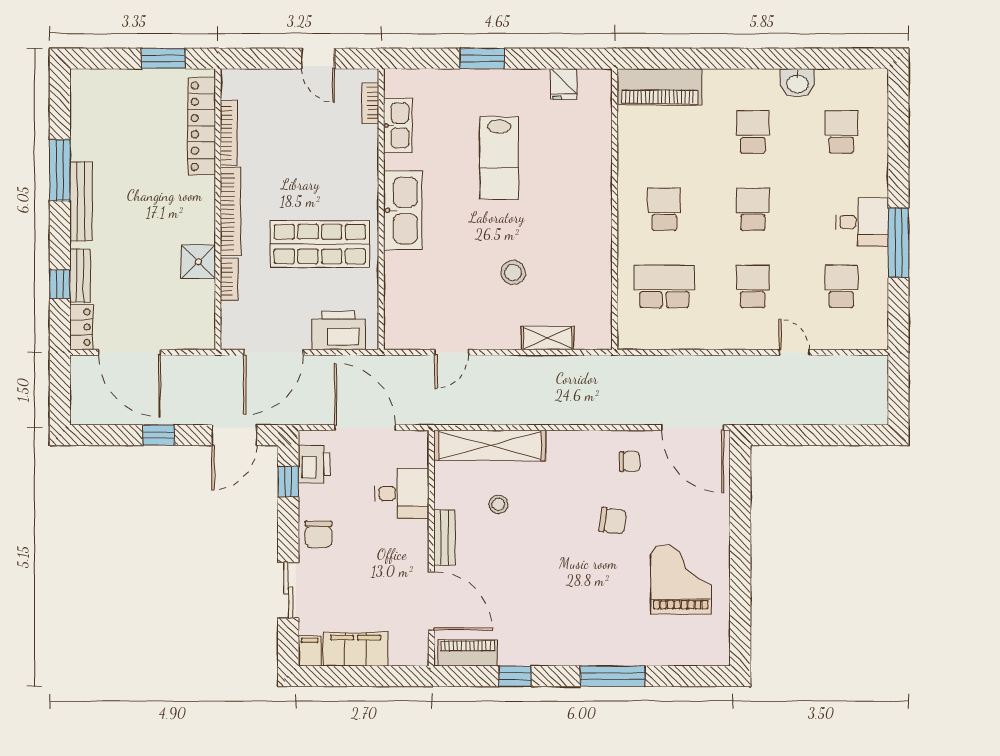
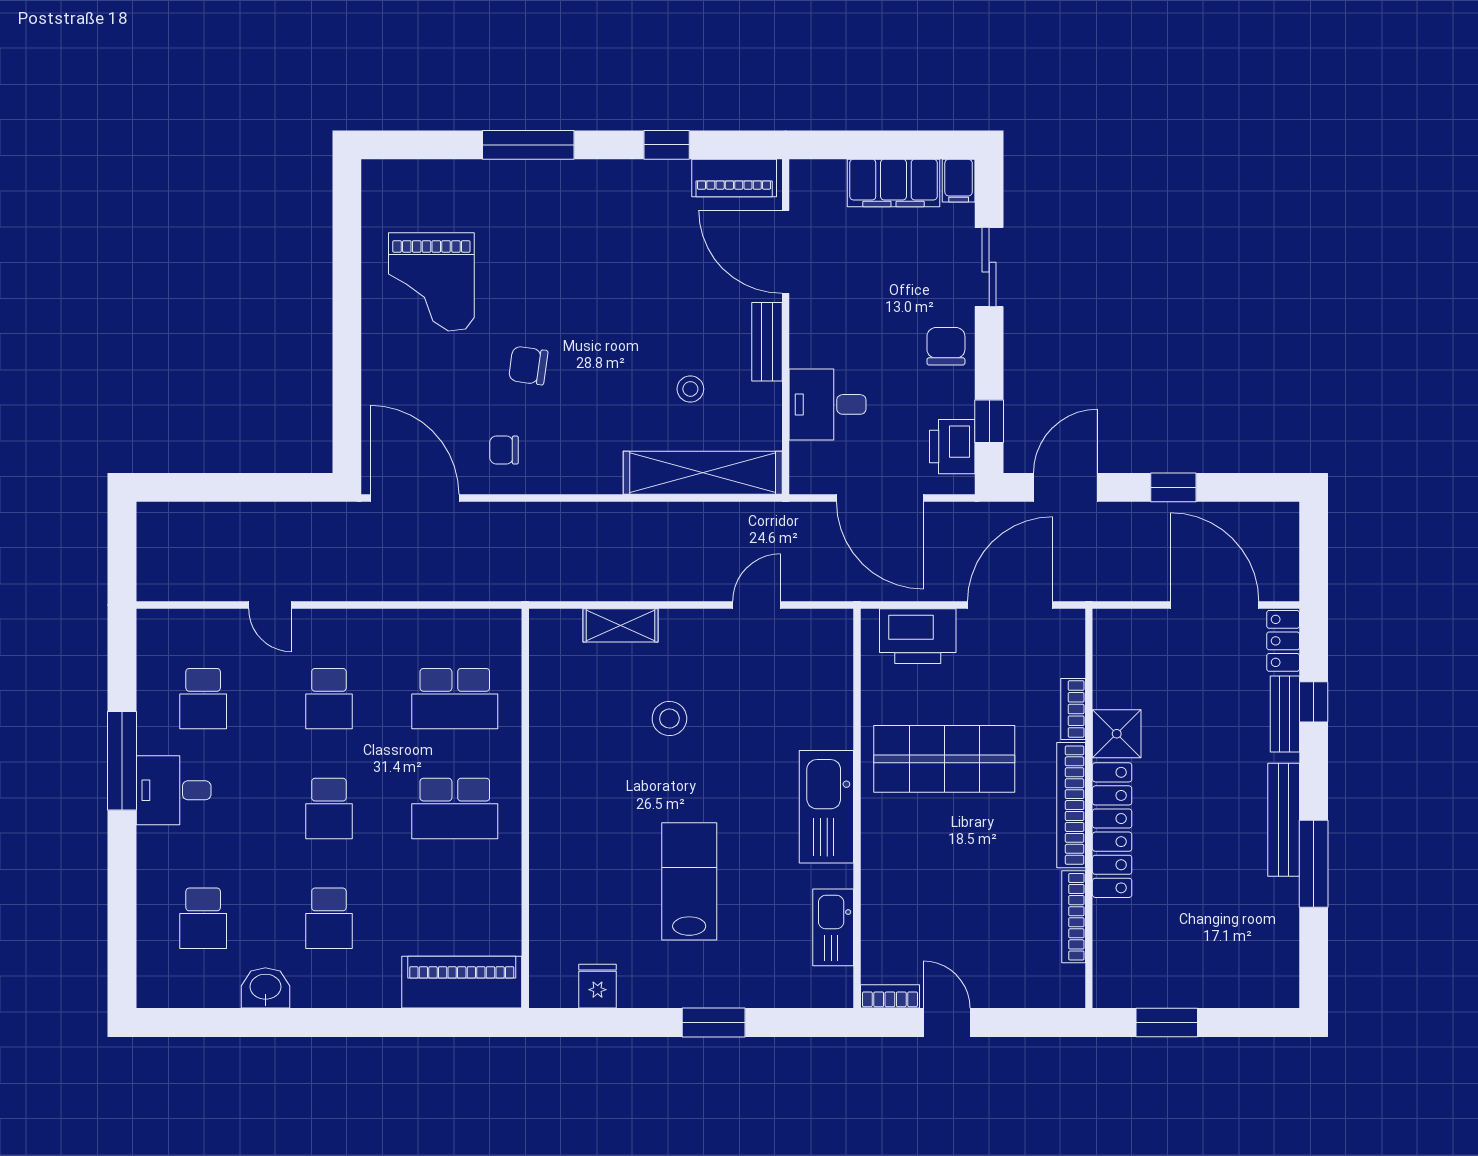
bookcase: (370, 103) -> (890, 996), moved, turned -90
locker: (202, 126) -> (1112, 830), moved
school desk: (664, 209) -> (455, 808), width x1.85

